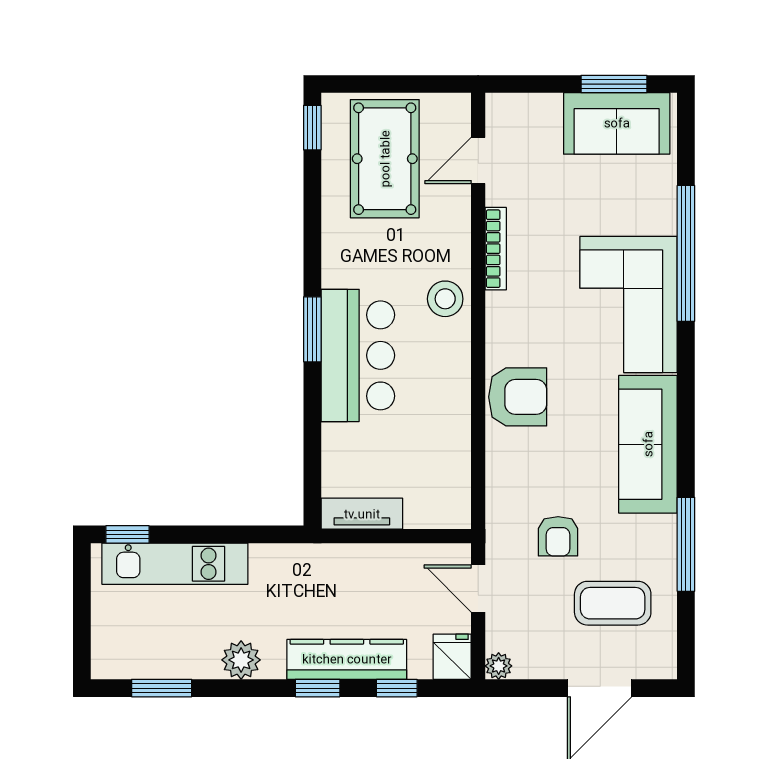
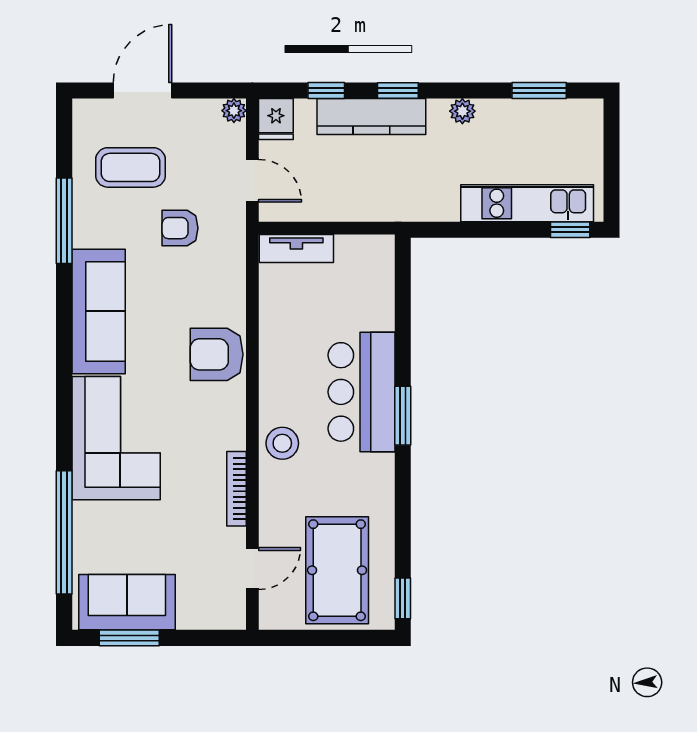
window: (686, 253) -> (64, 532), moved
tv unit: (362, 514) -> (296, 249), moved
armchair: (558, 536) -> (180, 228), turned -90
plant: (241, 660) -> (462, 111), width x0.73, depth x0.73

